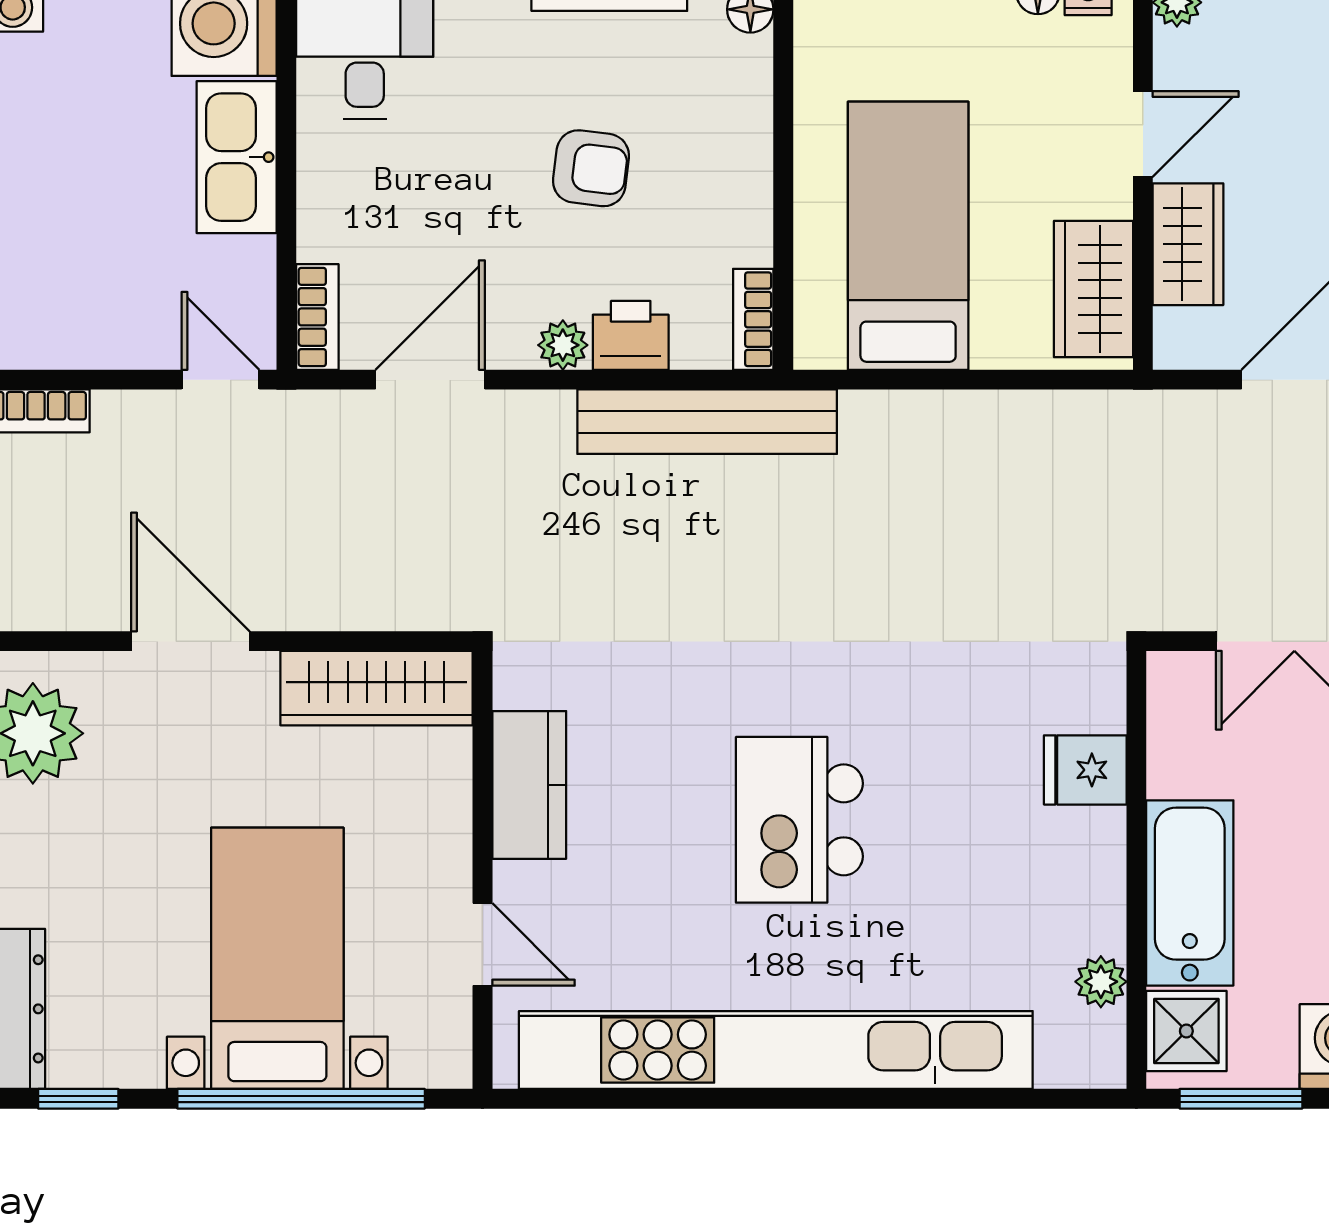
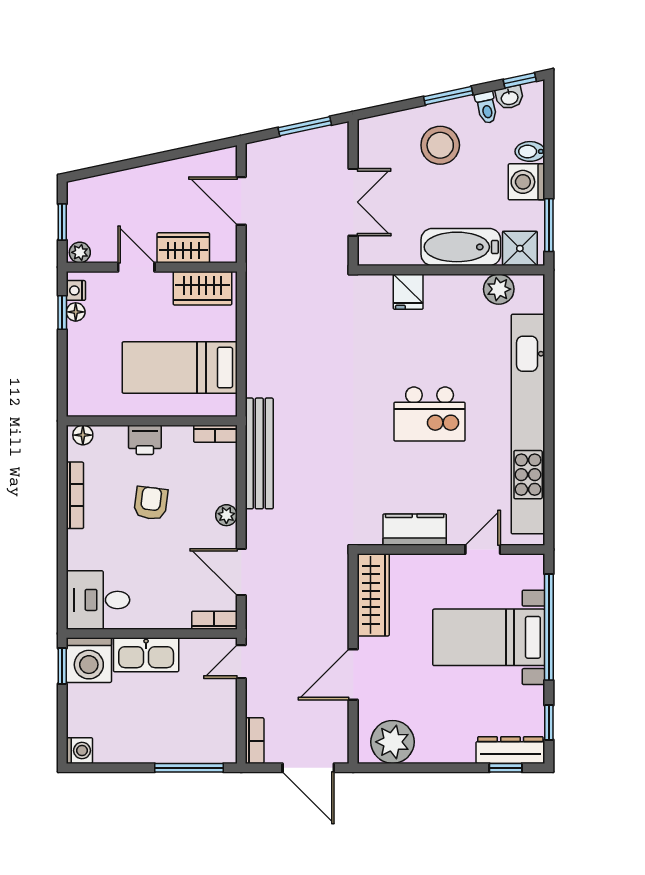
printer: (631, 335) -> (145, 440), moved, turned -90
plant: (1101, 982) -> (499, 289), width x1.38, depth x1.38

